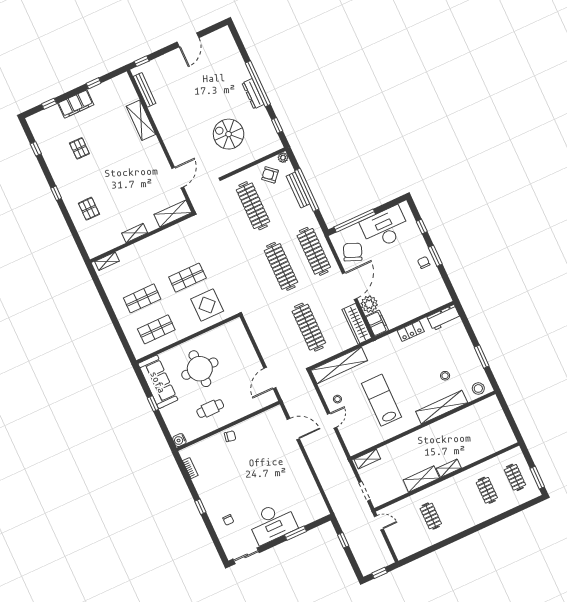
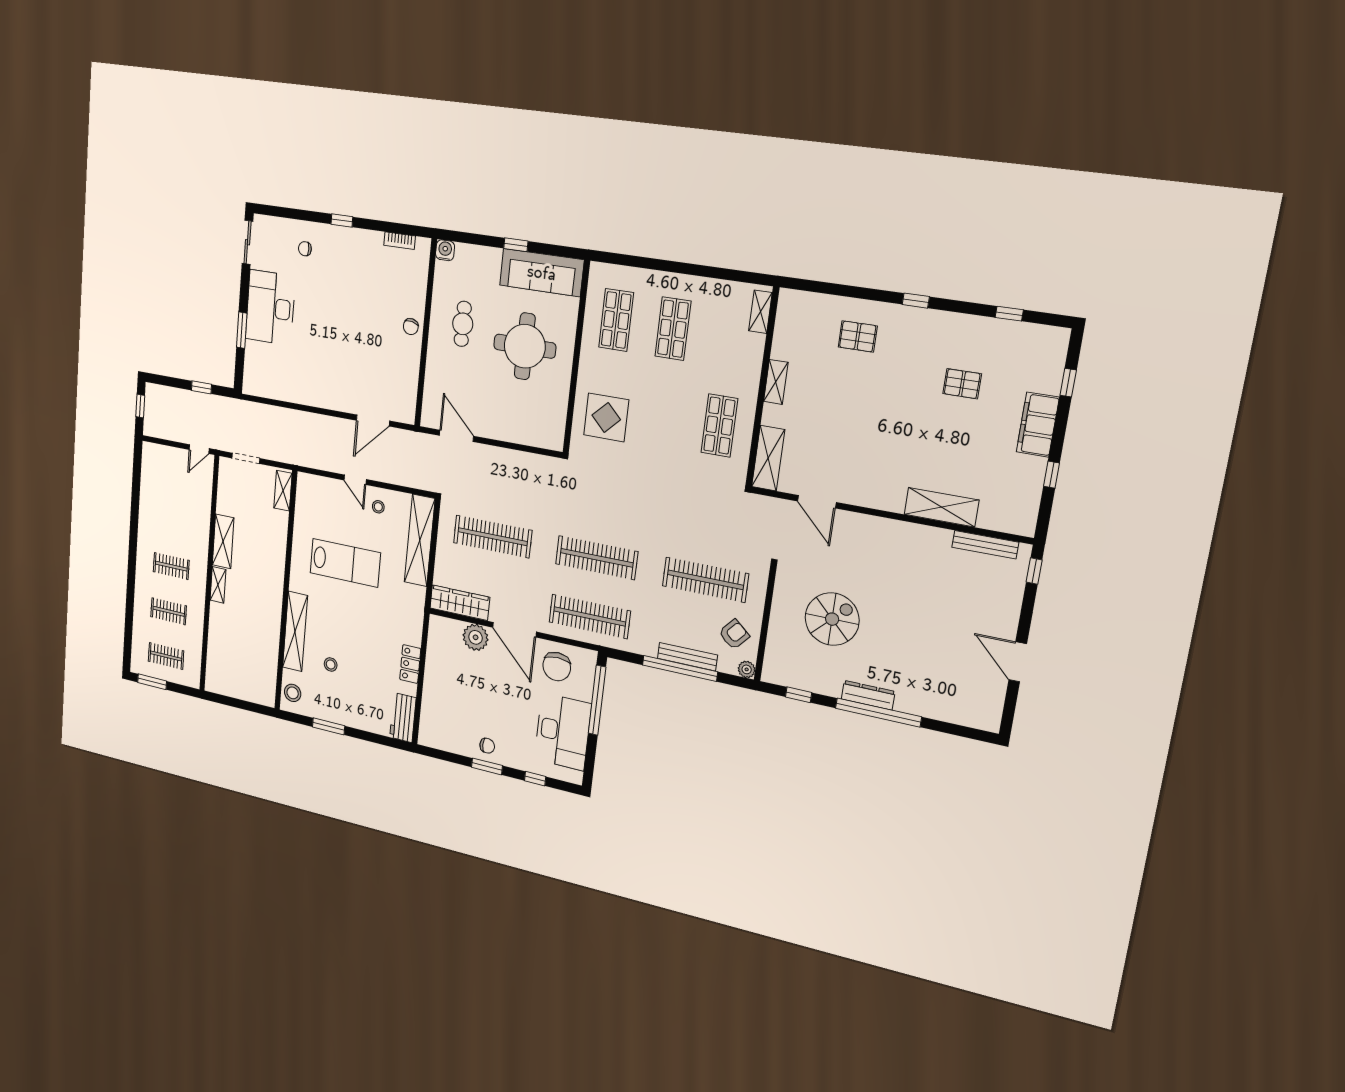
chair: (353, 252) -> (557, 667), turned 68
shop shelf: (187, 278) -> (719, 426), moved
filing cabinet: (377, 323) -> (445, 629), removed
clothes rail: (431, 516) -> (171, 566), moved

